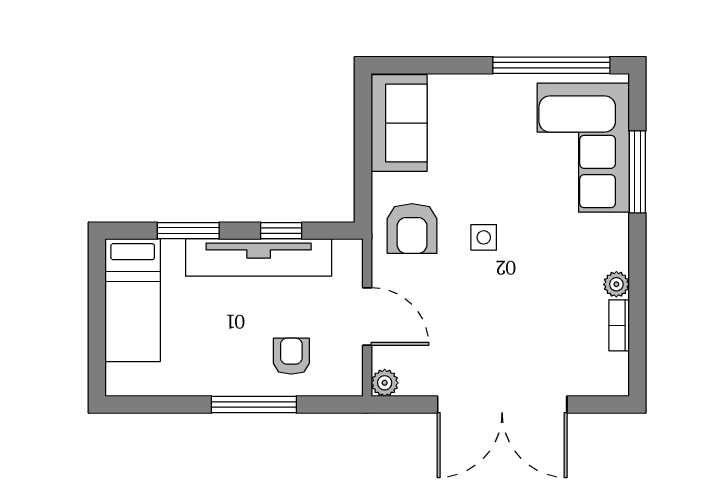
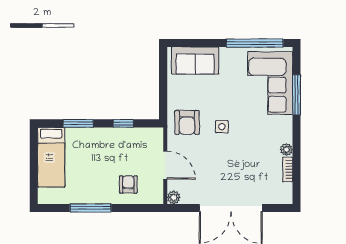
sofa: (399, 123) -> (195, 61), moved, turned 90
tv unit: (259, 257) -> (112, 136), removed
window: (254, 405) -> (91, 208), moved

